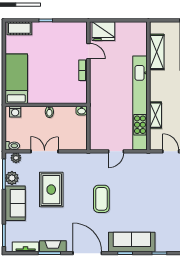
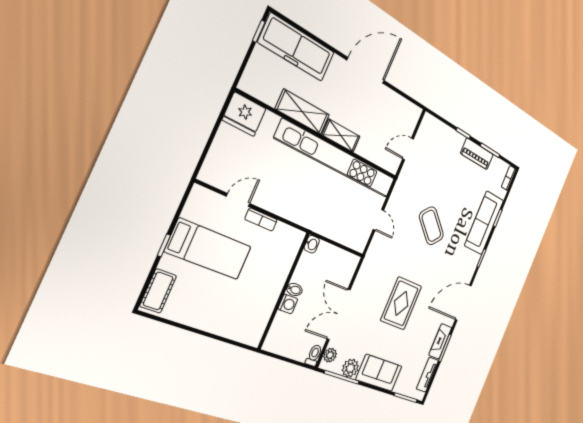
fridge: (103, 31) -> (244, 114), moved, turned 90
shelving: (157, 52) -> (302, 112), moved
bed: (16, 79) -> (209, 249), moved, turned 180
washing machine: (15, 112) -> (288, 304), moved
shelving: (155, 115) -> (341, 136), moved
double door: (45, 151) -> (339, 314), width x1.37
rug: (51, 190) -> (401, 303), moved, turned 90
coffee table: (101, 199) -> (431, 226), moved, turned 42
sofa: (132, 242) -> (484, 223), moved

